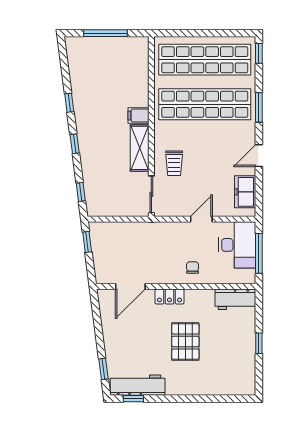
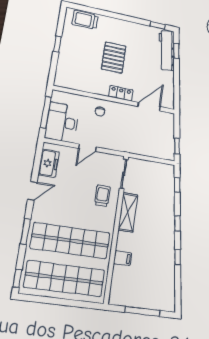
filing cabinet: (139, 116) -> (123, 258), moved
workbench: (235, 299) -> (70, 81), removed
trolley: (229, 384) -> (85, 20), added
workbench: (138, 385) -> (167, 50), moved, turned 83

